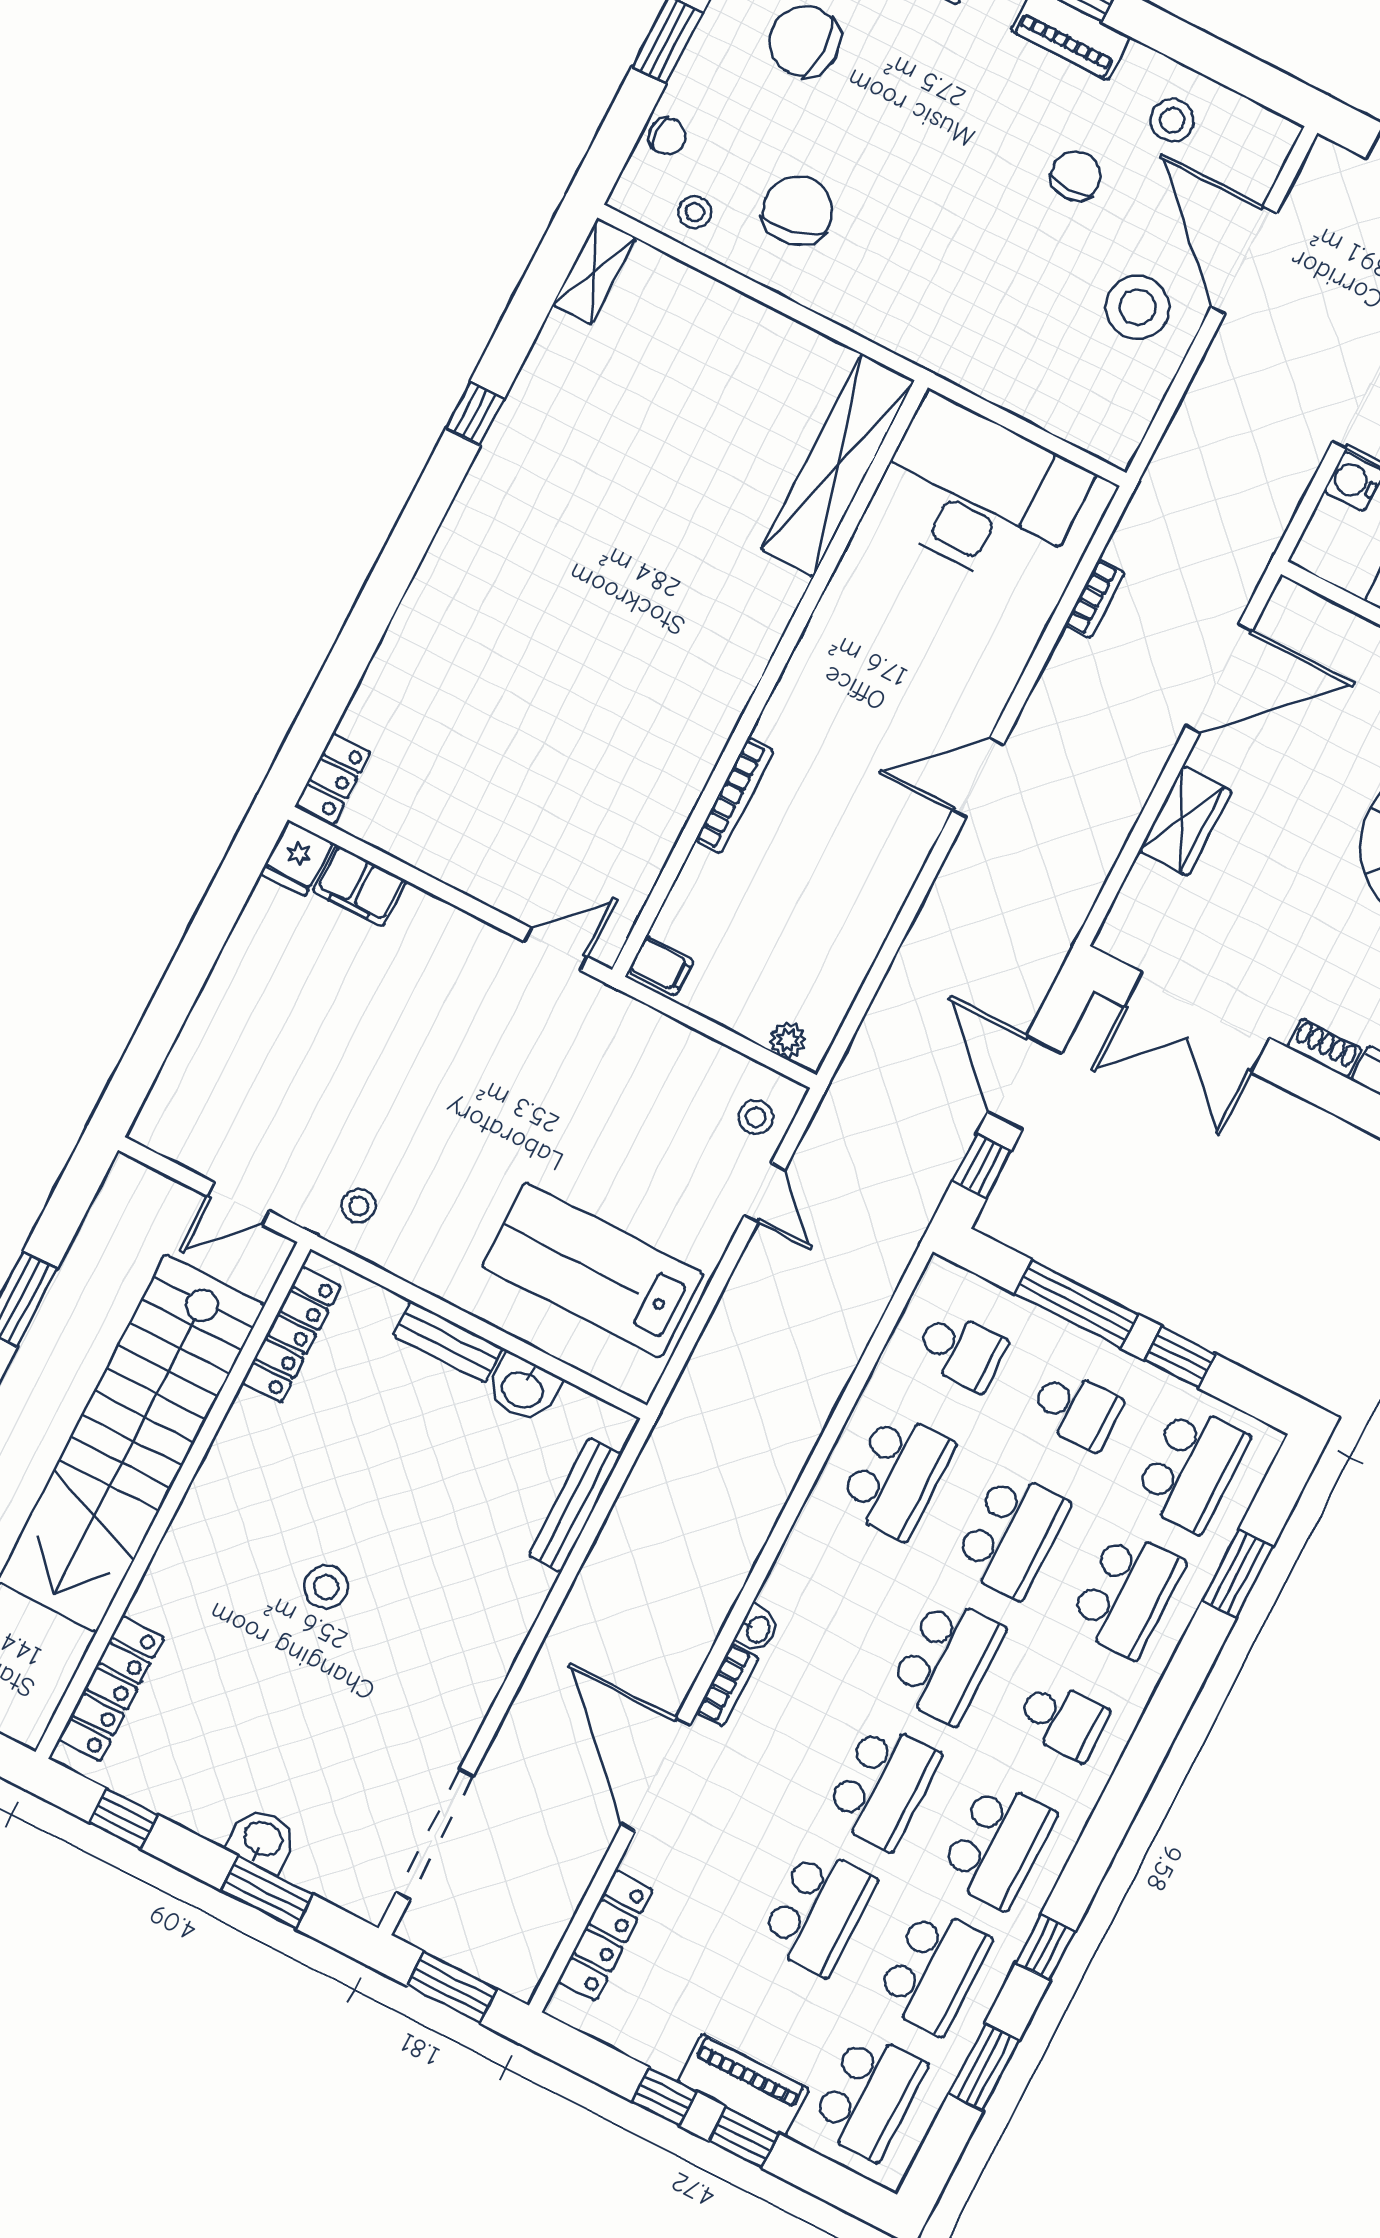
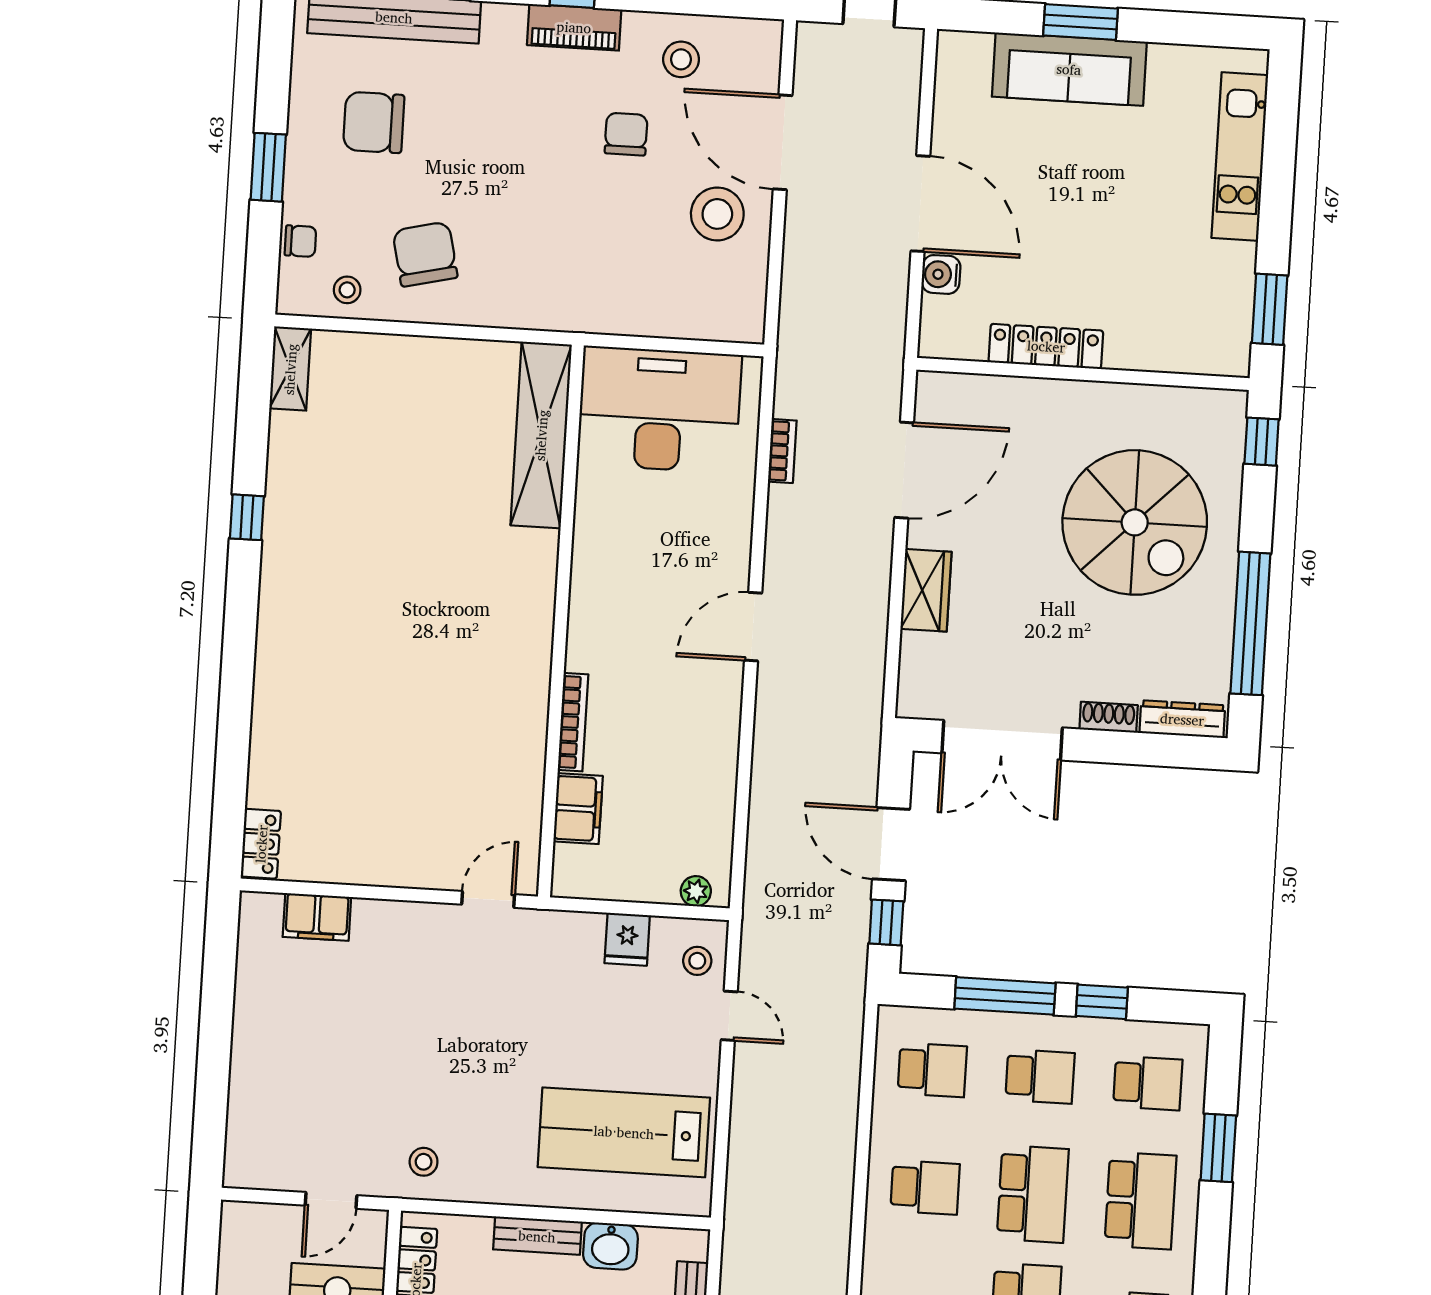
fridge: (297, 858) -> (627, 939), moved
filing cabinet: (661, 966) -> (578, 809), moved, width x2.00
school desk: (1191, 1468) -> (1148, 1083), width x0.54
school desk: (897, 1476) -> (925, 1187), width x0.54

